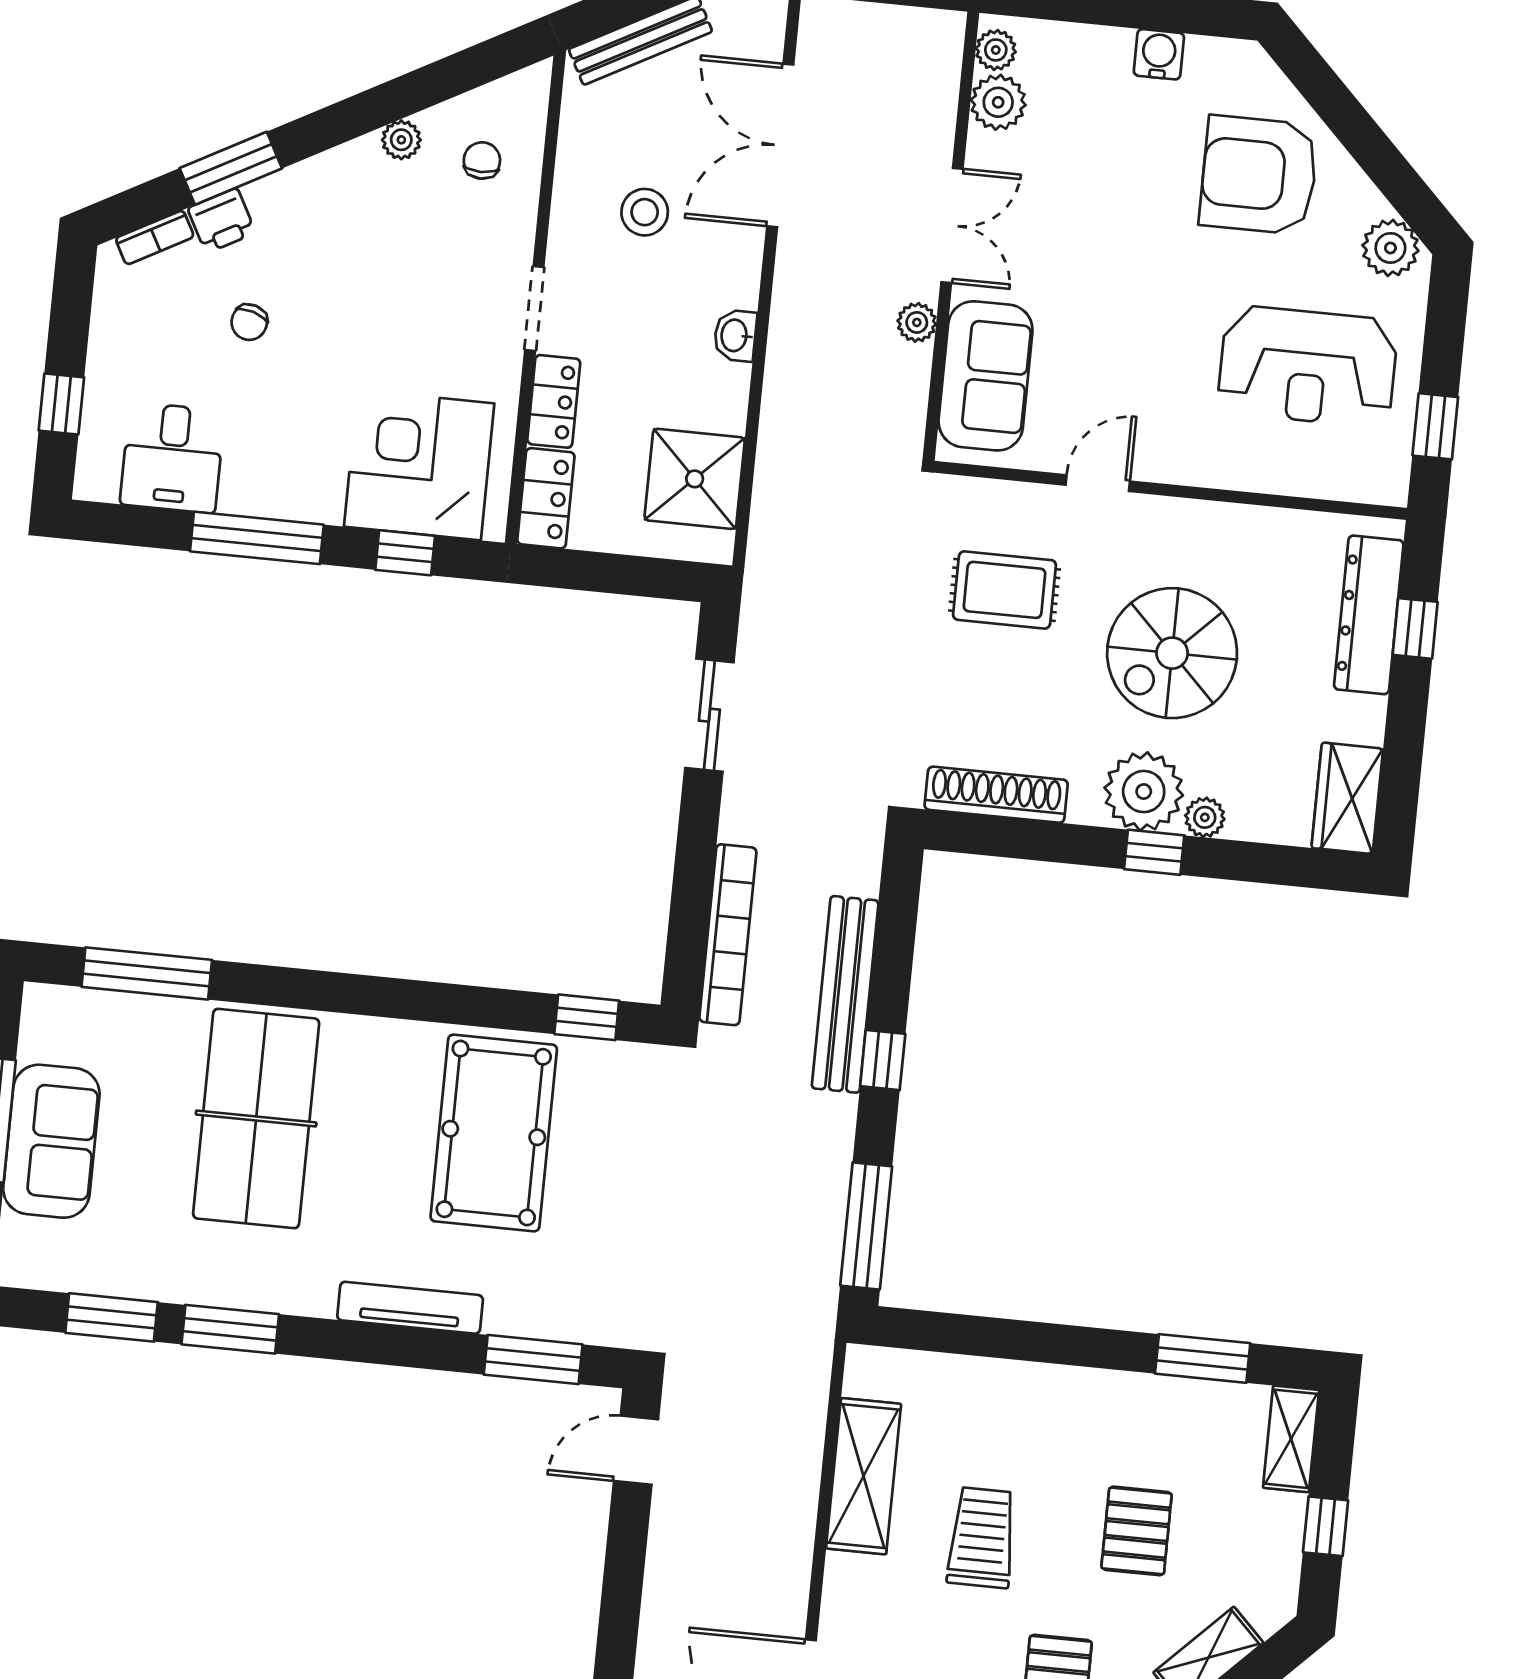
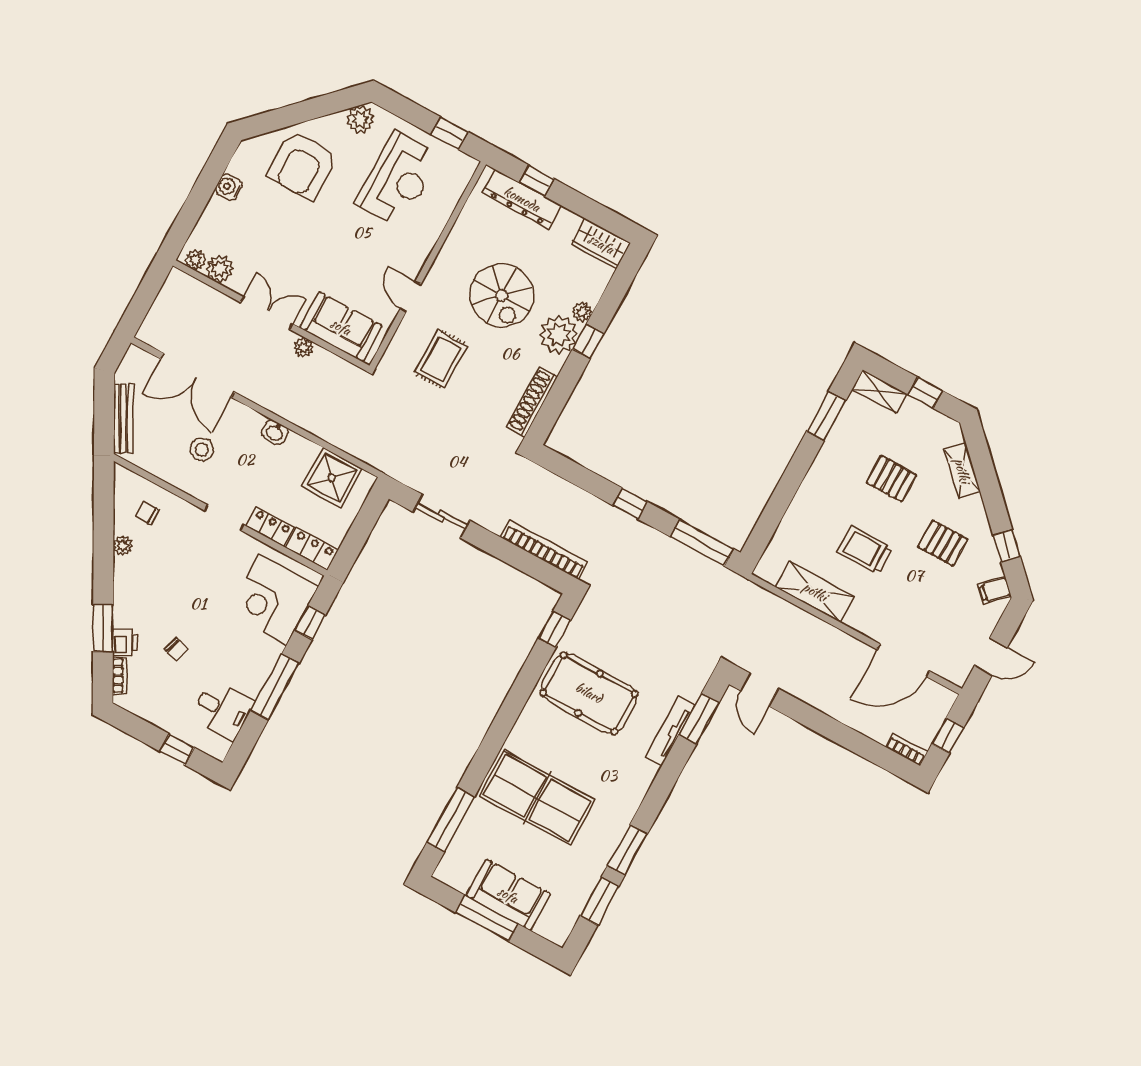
bench: (845, 994) -> (593, 508), removed
tv unit: (410, 1308) -> (670, 731), moved

